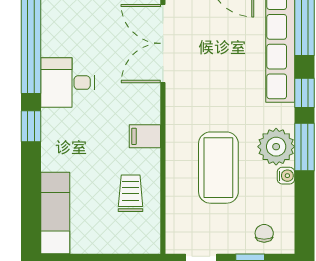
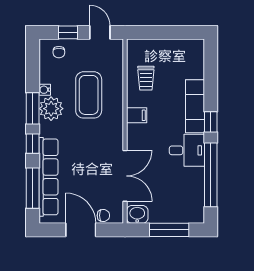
exam couch: (55, 213) -> (195, 106), moved

